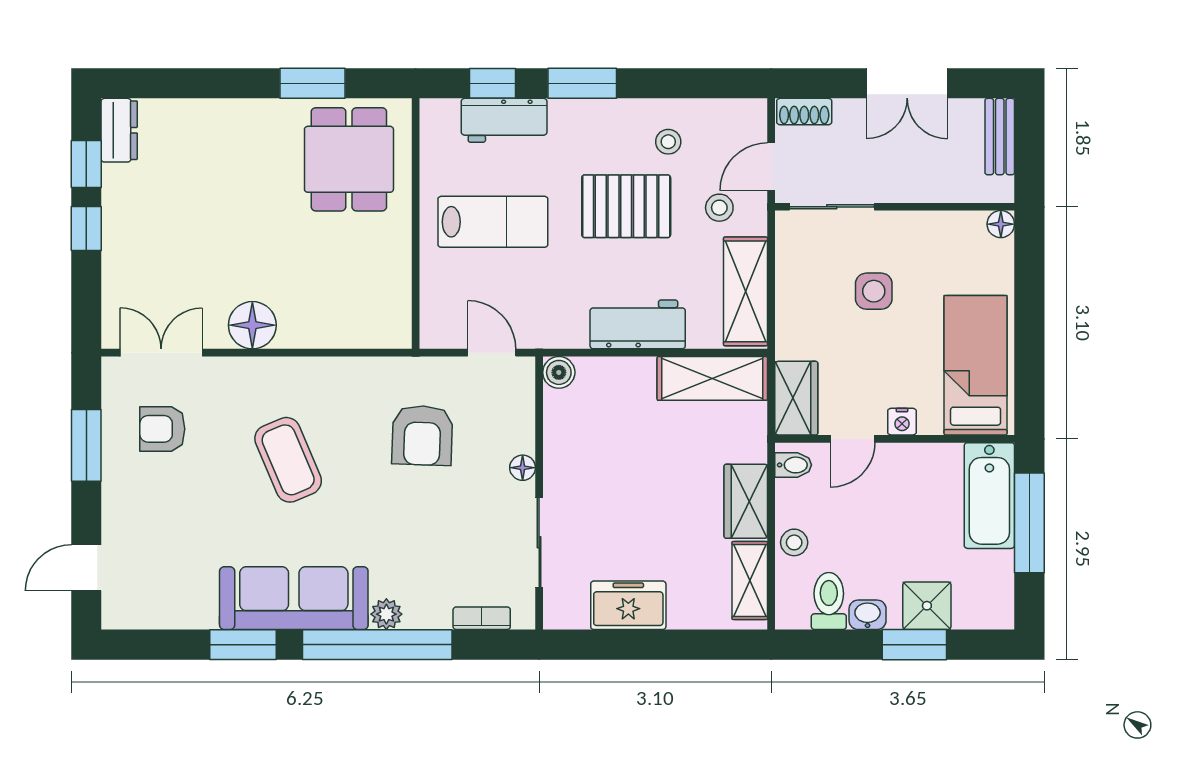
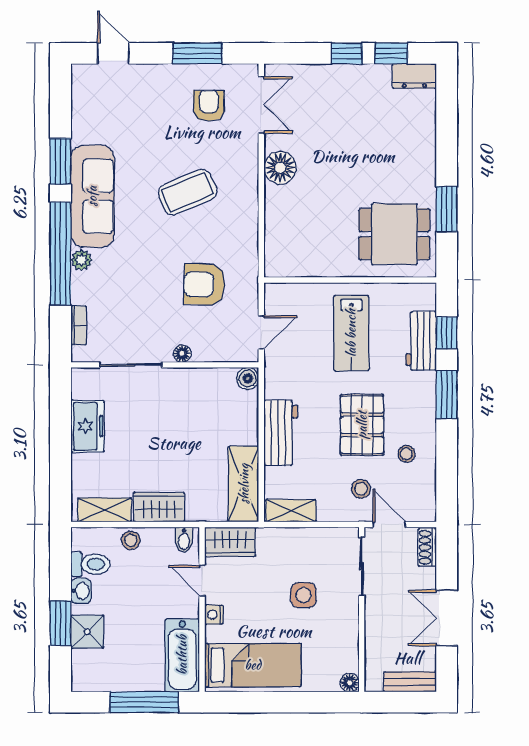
shelving: (746, 291) -> (291, 511), width x0.67, depth x0.75
bathtub: (989, 496) -> (182, 655), moved, turned -90

